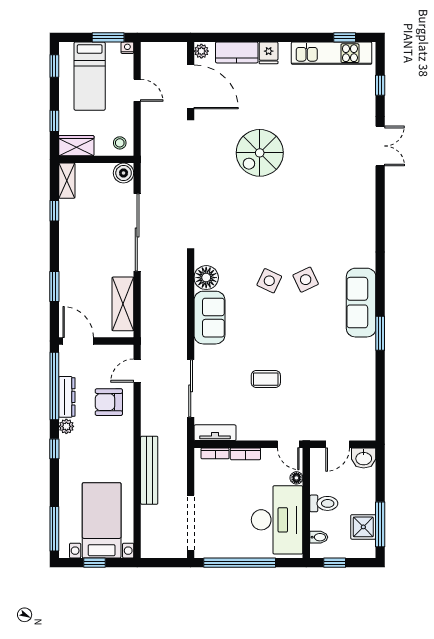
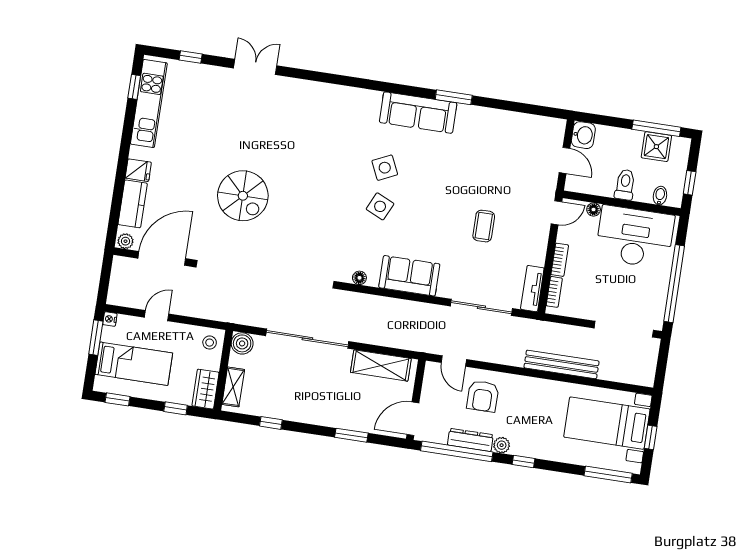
shelving: (67, 181) -> (233, 387), moved, turned 90
floor lamp: (206, 278) -> (359, 278), width x0.53, depth x0.53

